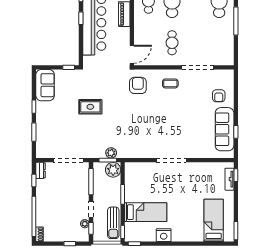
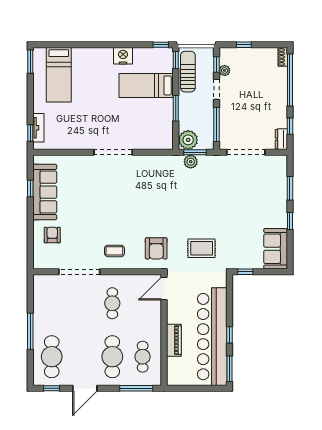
rug: (90, 107) -> (202, 248), moved

